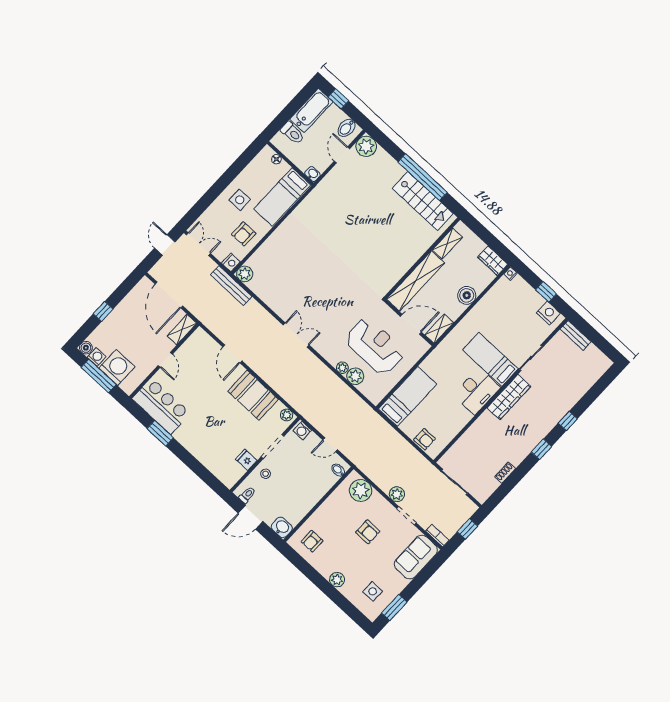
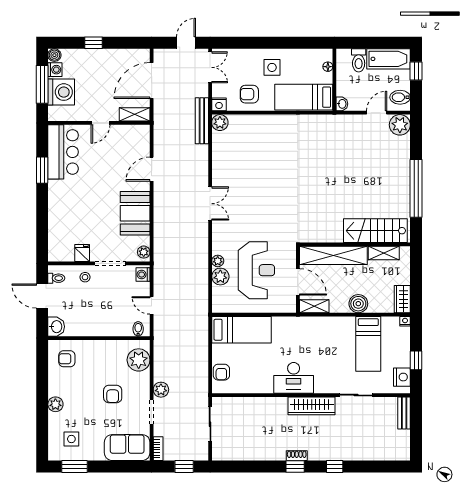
stairs: (423, 201) -> (375, 231), moved, turned 90
bed: (490, 359) -> (368, 344), moved, turned 180
shoe rack: (505, 473) -> (297, 456), moved

